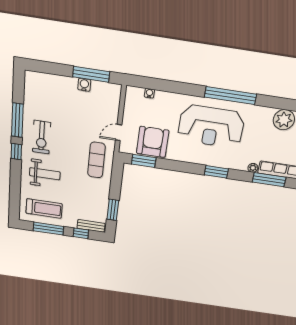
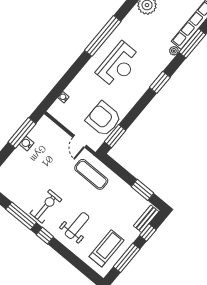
reception desk: (211, 126) -> (119, 65), width x0.74, depth x0.77
exercise bike: (42, 137) -> (46, 206), turned -90

